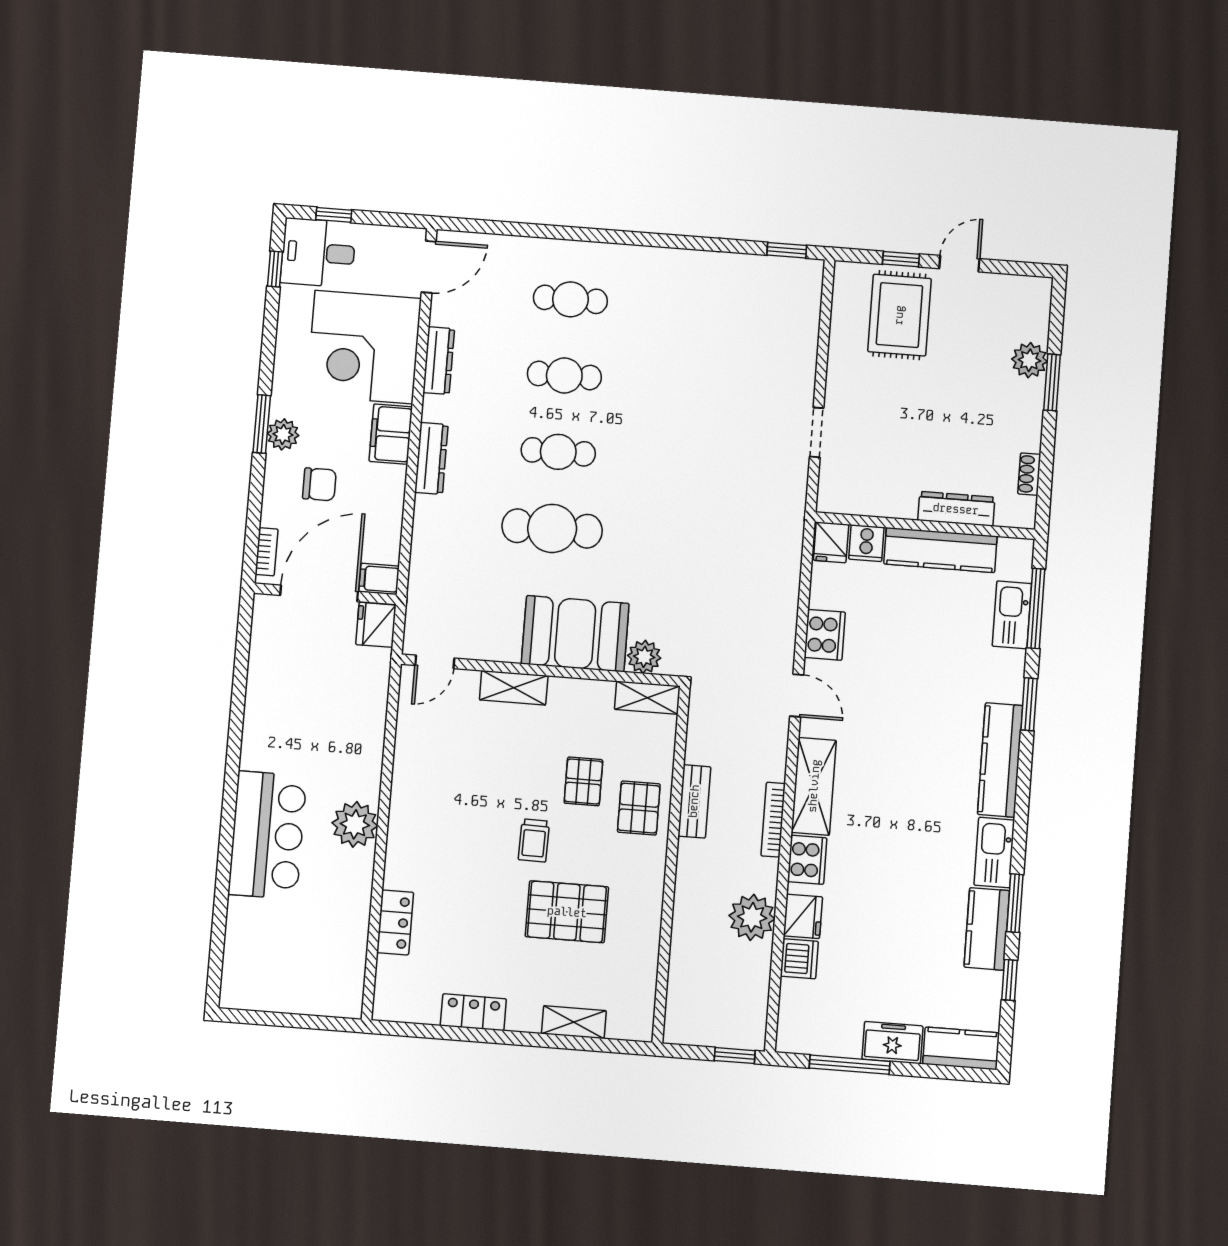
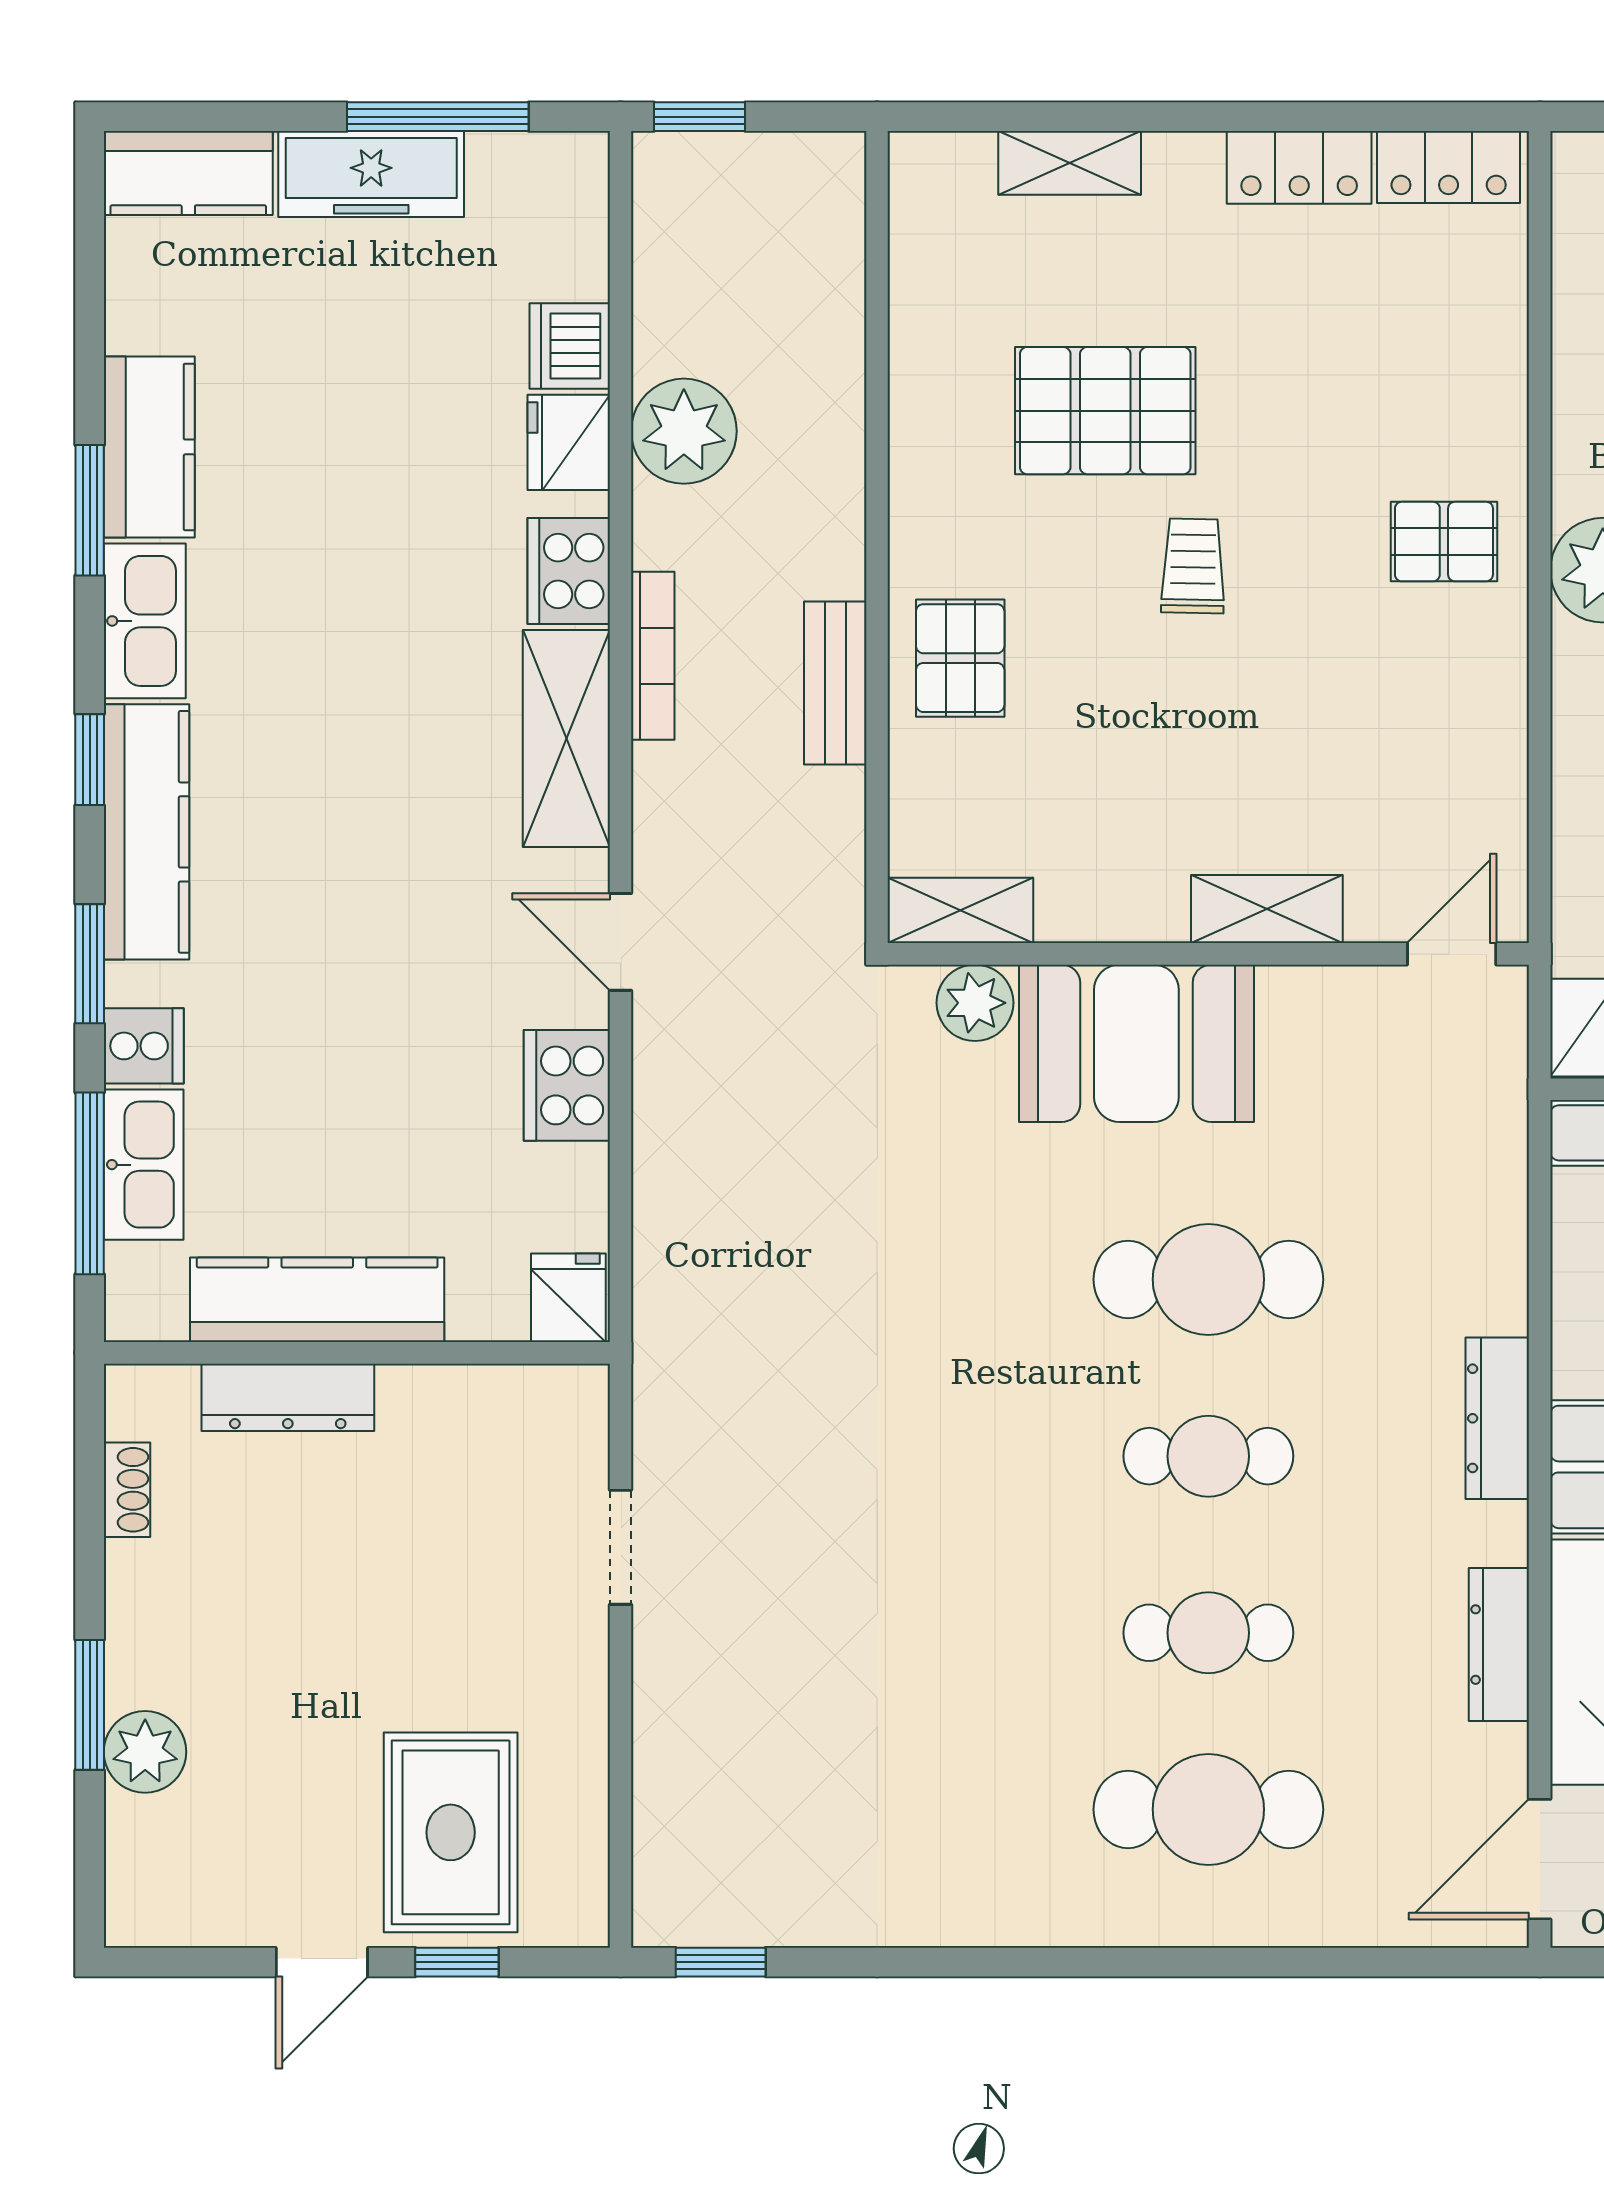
cafe table: (570, 299) -> (1208, 1809), width x1.37, depth x1.35
cooker: (866, 543) -> (144, 1046), moved, turned 90
pallet: (583, 781) -> (1444, 542), moved, turned 90
locker: (395, 922) -> (1449, 167), moved, turned -90
window: (1009, 980) -> (90, 760), moved
freezer: (892, 1043) -> (371, 174), width x1.40

